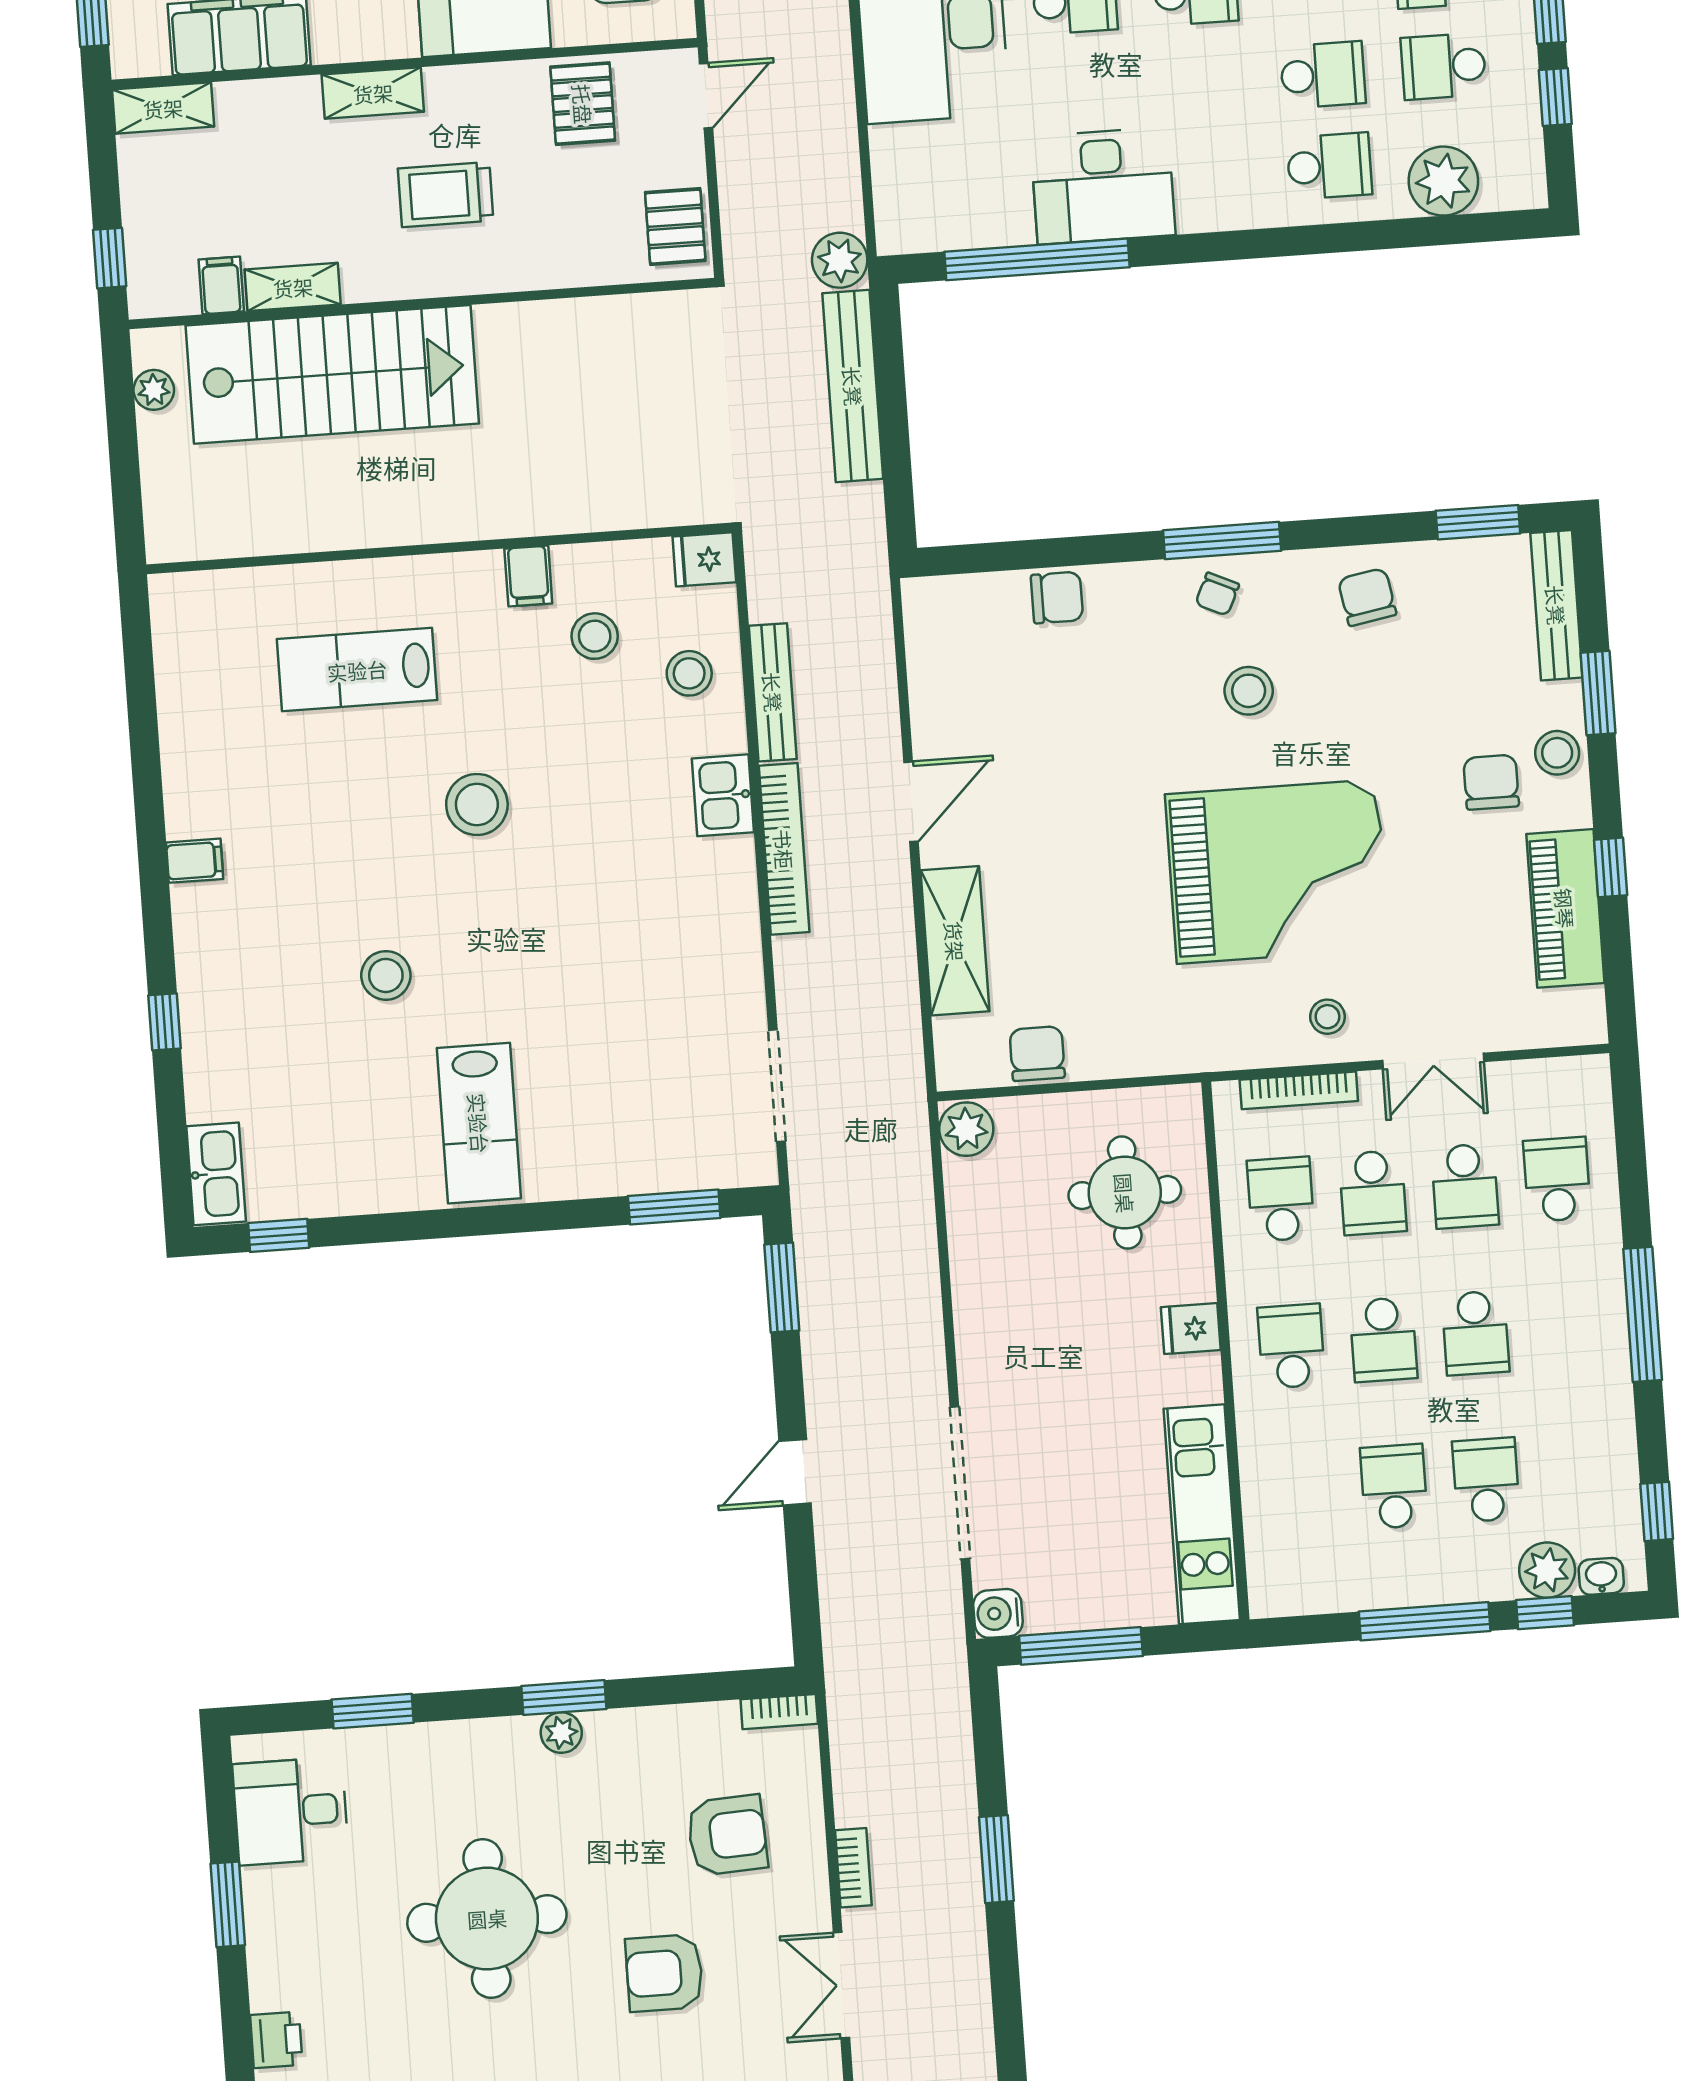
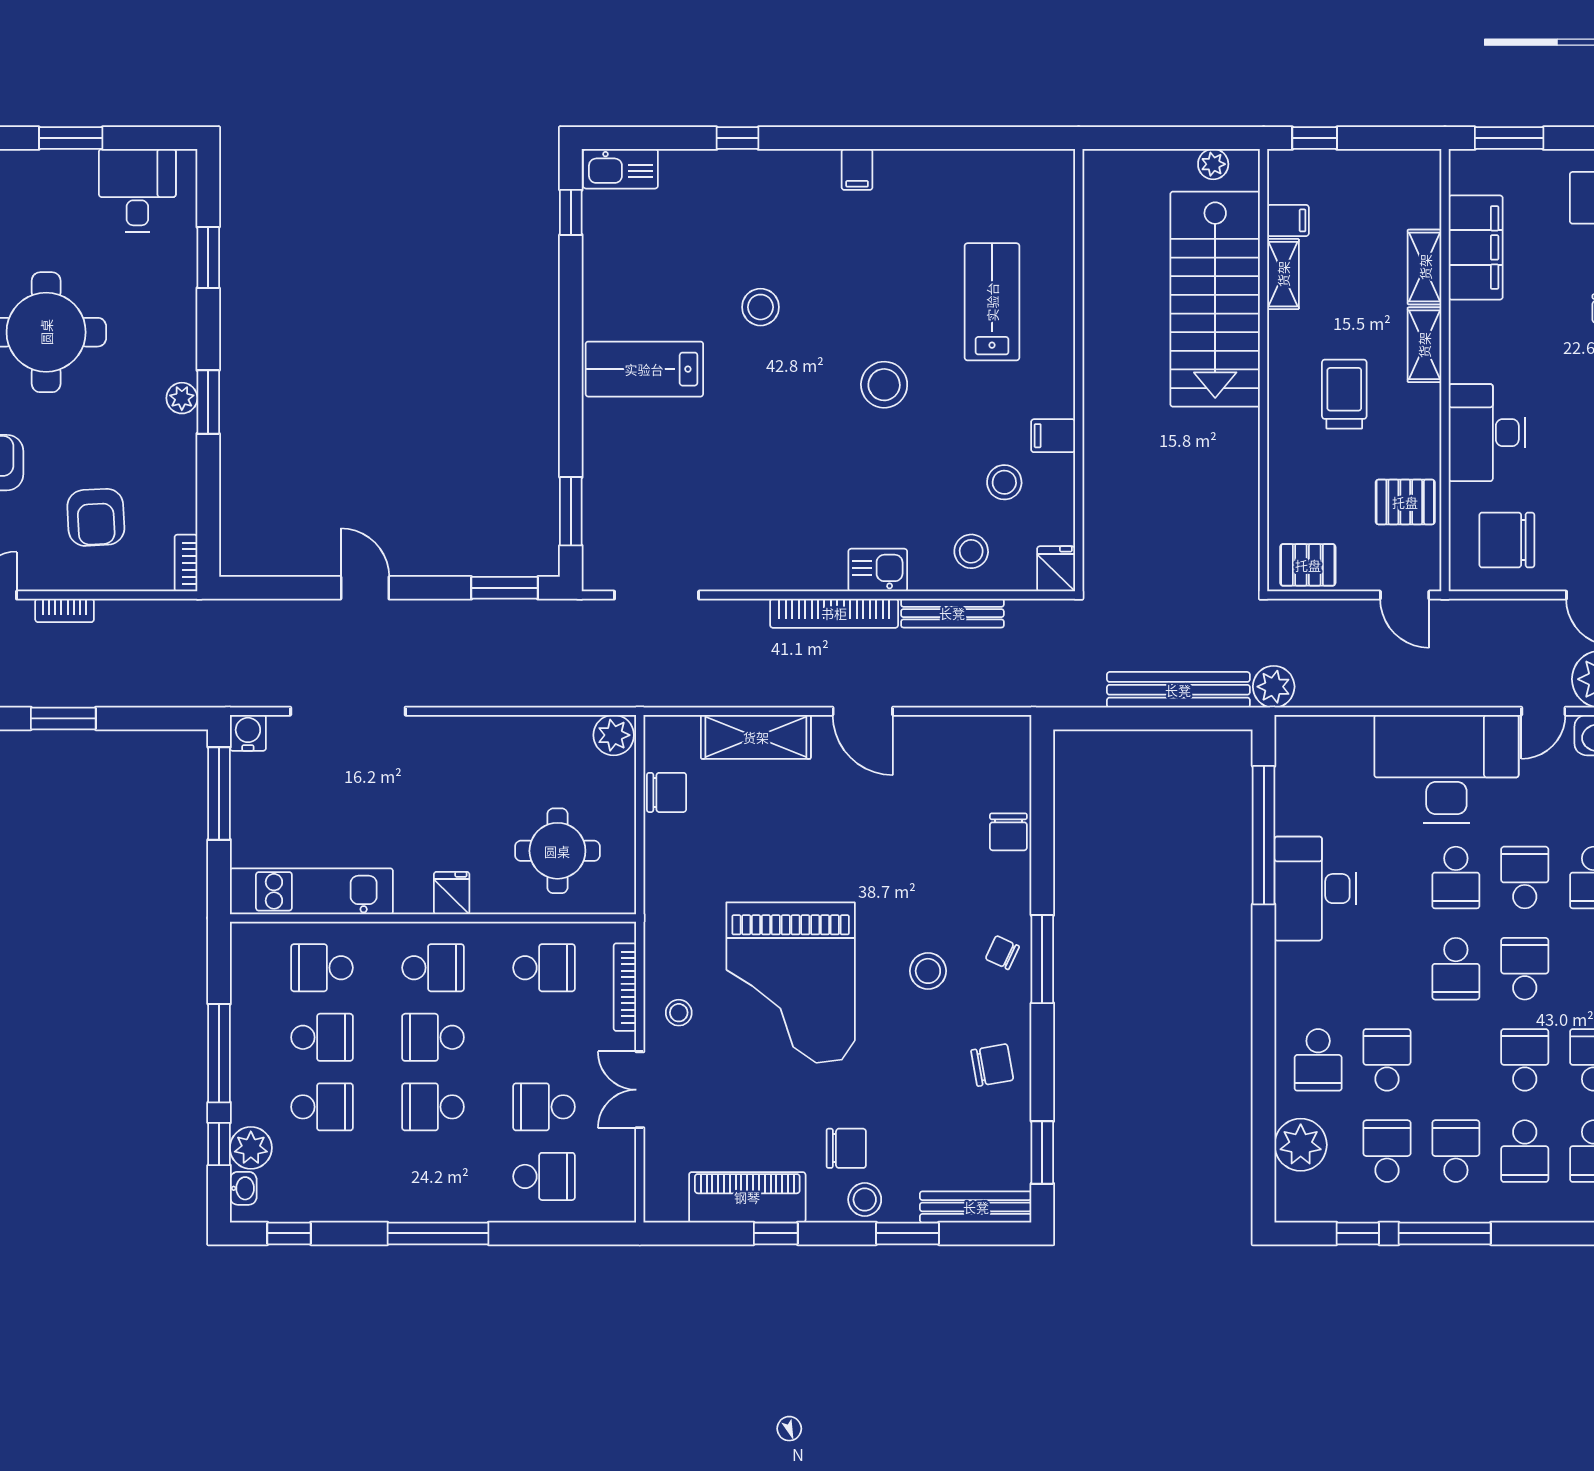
school desk: (1323, 75) -> (1387, 1060), turned 180
shelving: (163, 108) -> (1425, 267), moved
school desk: (1373, 1193) -> (322, 968), moved

